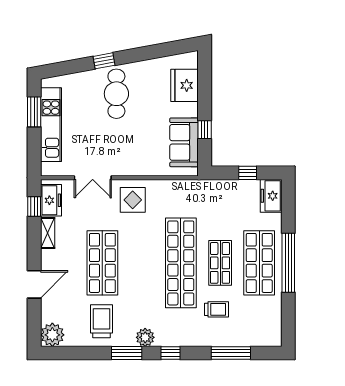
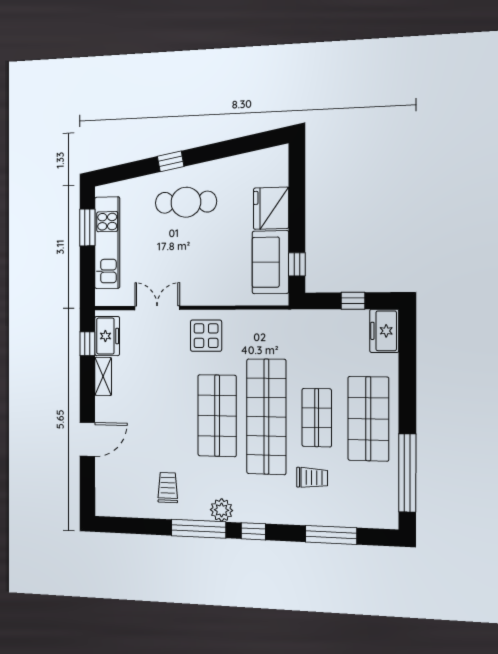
fridge: (184, 85) -> (271, 208), moved
cafe table: (116, 94) -> (186, 202), turned 90
window: (205, 130) -> (297, 264), moved
double door: (93, 178) -> (157, 308), swing flipped
shop shelf: (102, 263) -> (217, 416), moved
window: (288, 263) -> (407, 473), moved
trolley: (101, 321) -> (168, 487), width x0.73, depth x0.72
plant: (52, 335) -> (109, 502), removed
window: (127, 353) -> (198, 529), width x1.44

